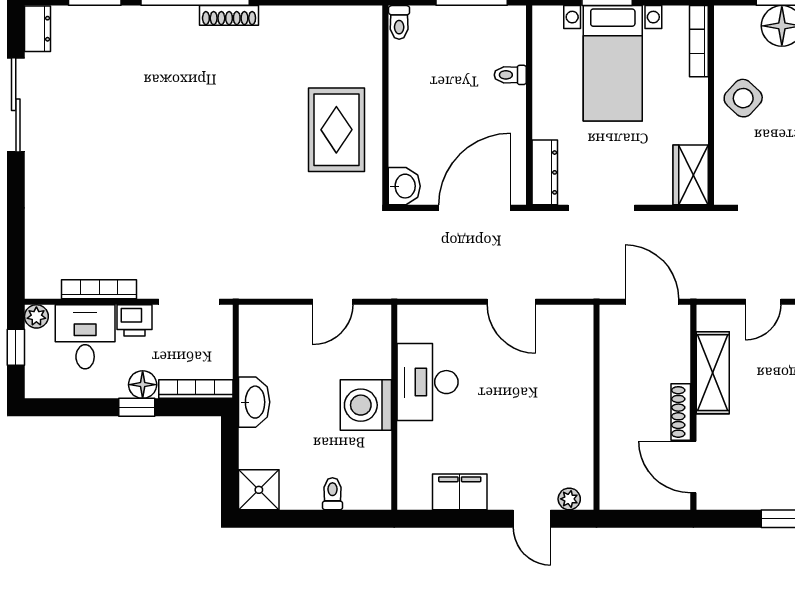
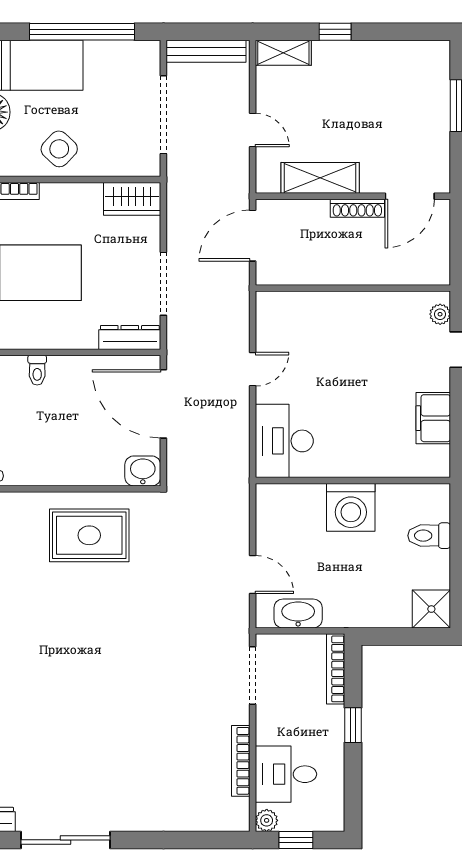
door: (333, 302) -> (253, 575), moved
door: (511, 302) -> (253, 369), width x0.73
printer: (134, 320) -> (270, 727), removed
desk: (428, 382) -> (284, 441), moved, turned 90
floor lamp: (143, 385) -> (331, 720), removed
washbasin: (254, 402) -> (298, 614), moved
toilet: (332, 494) -> (429, 536), width x1.37, depth x1.39

